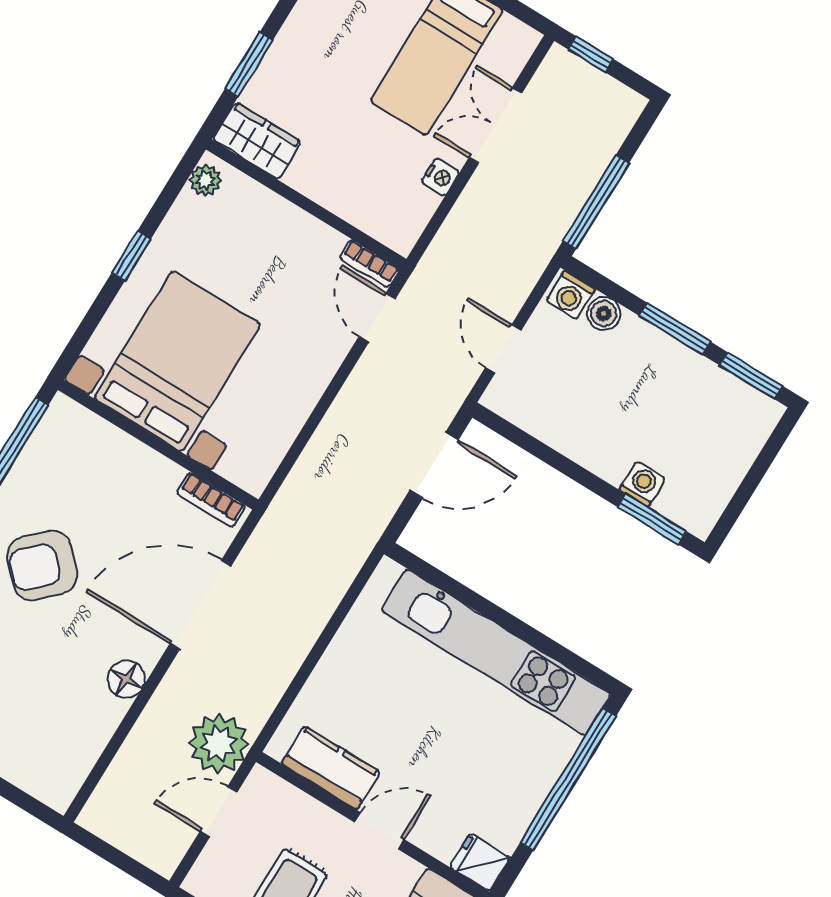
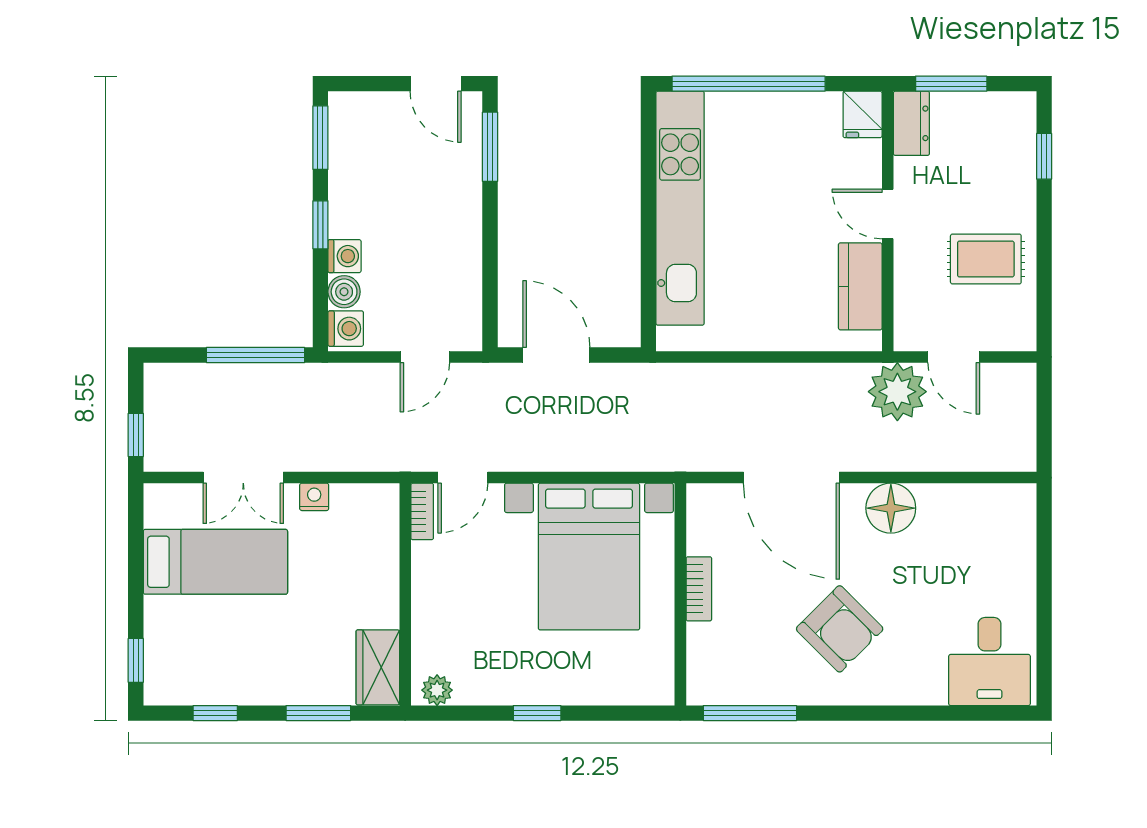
window: (675, 329) -> (320, 225), width x0.67
bed with nightstands: (177, 361) -> (589, 557), moved, turned -90
washing machine: (642, 484) -> (345, 256), moved, turned 180
bookcase: (211, 500) -> (699, 589), moved
door: (736, 505) -> (436, 84), added
floor lamp: (126, 679) -> (891, 508), width x1.38, depth x1.38

